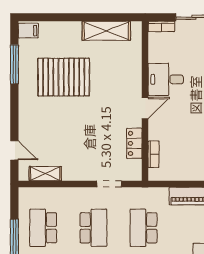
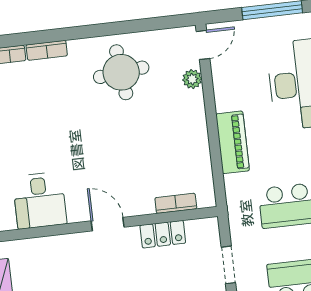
desk: (166, 79) -> (40, 200), moved

